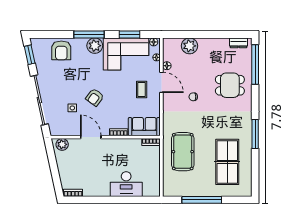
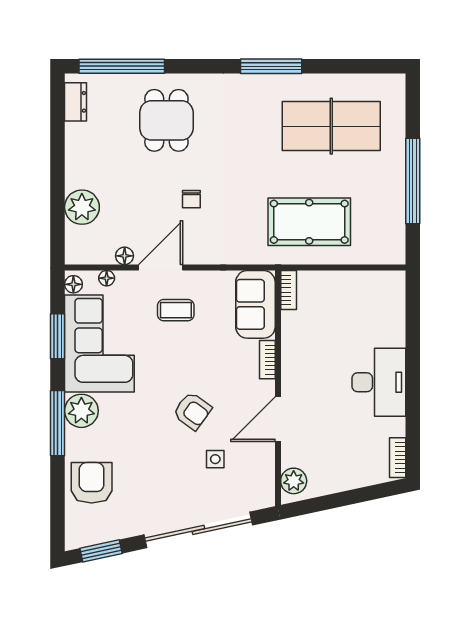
armchair: (61, 50) -> (92, 483), turned -90
desk: (126, 184) -> (379, 382), moved

